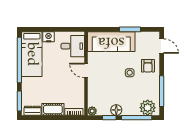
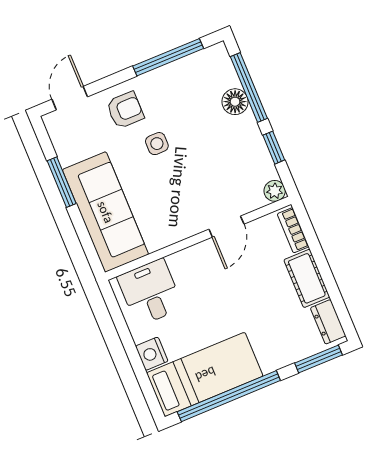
door: (86, 71) -> (226, 227), moved
plant: (148, 108) -> (217, 73), removed
floor lamp: (116, 110) -> (235, 102), moved

